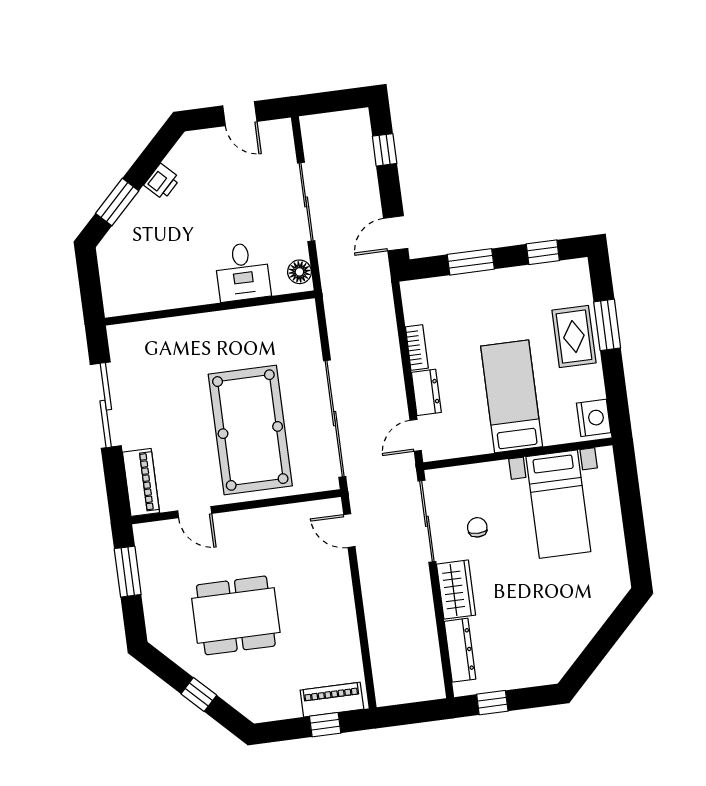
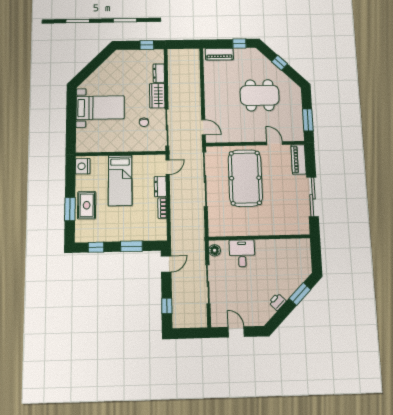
bed with nightstands: (558, 504) -> (100, 108), moved, turned 90
dresser: (460, 650) -> (159, 73), width x0.70
window: (325, 725) -> (239, 43), moved

